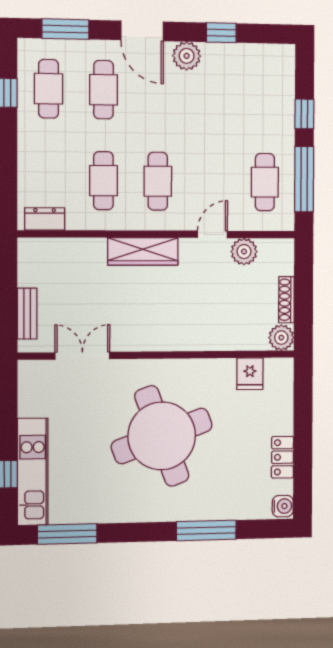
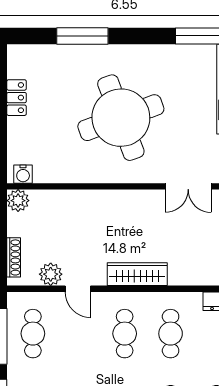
door: (212, 234) -> (78, 289), hinge flipped
shoe rack: (286, 300) -> (14, 257), moved
fridge: (250, 374) -> (45, 170), removed
water cooler: (283, 506) -> (23, 174), moved, turned -90

